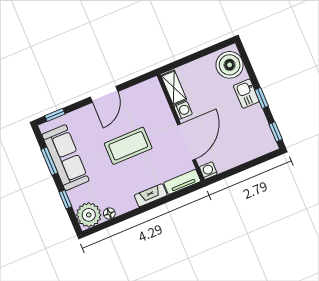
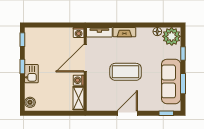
boiler: (230, 65) -> (30, 102), width x0.54, depth x0.54

